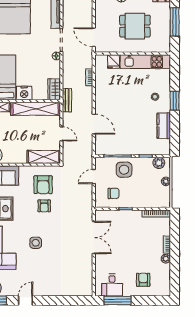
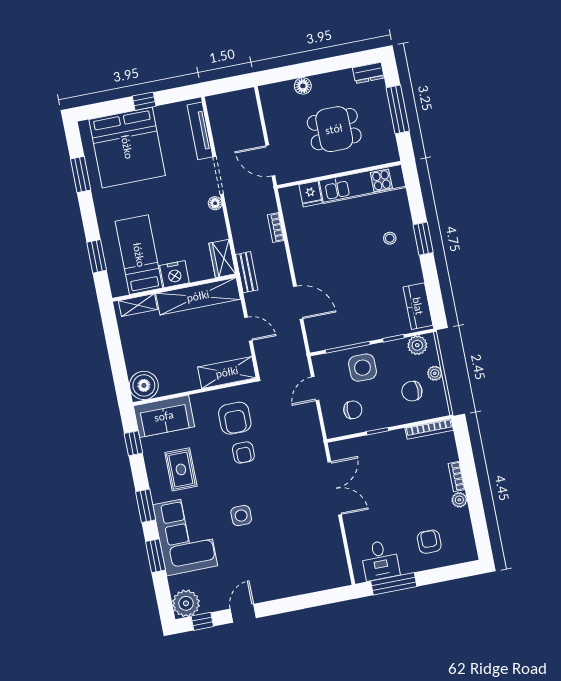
kitchen counter: (164, 126) -> (418, 306), moved
chair: (150, 189) -> (412, 391), added

